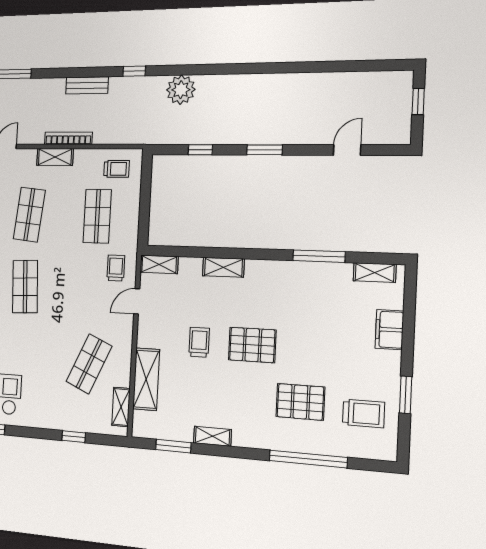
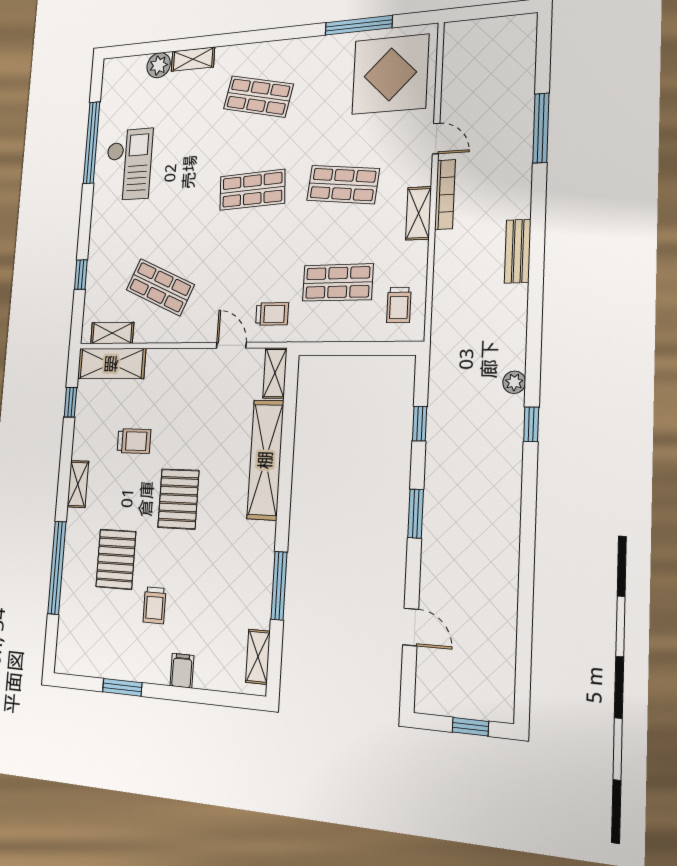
window: (134, 71) -> (531, 424), moved
plant: (181, 90) -> (514, 382), width x0.53, depth x0.53
bookcase: (68, 138) -> (445, 195), moved
shelving: (223, 267) -> (265, 460), width x2.20, depth x1.33
filing cabinet: (389, 330) -> (182, 671), width x0.50
trolley: (199, 342) -> (134, 441), moved
shelving: (146, 379) -> (111, 364), moved
trolley: (363, 413) -> (154, 605), moved, width x0.73, depth x0.72
shelving: (212, 436) -> (78, 484), moved
window: (173, 446) -> (70, 402), width x0.67

